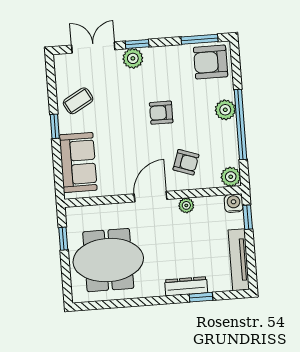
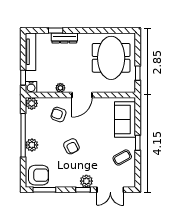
armchair: (161, 113) -> (71, 146), turned 63
meeting table: (108, 260) -> (111, 58), turned 90

